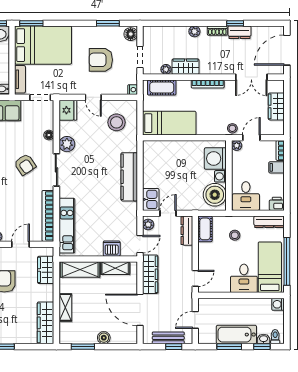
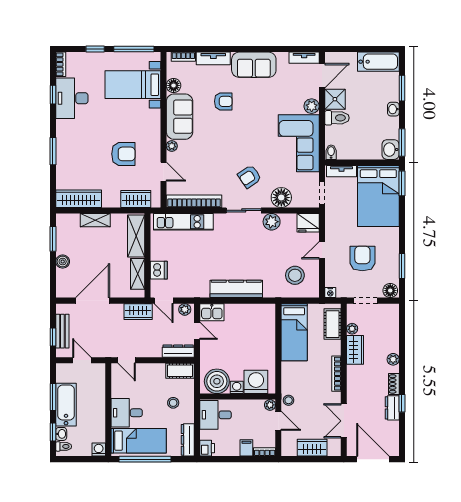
floor lamp: (49, 135) -> (281, 198), width x1.89, depth x1.89
wardrobe: (150, 274) -> (138, 312), width x0.67

